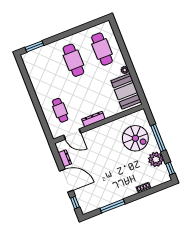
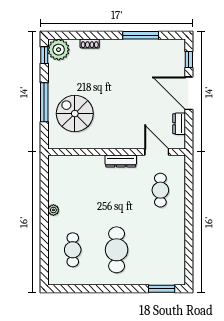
cafe table: (102, 49) -> (73, 250), width x0.73, depth x0.74
booth: (126, 91) -> (63, 181), removed
plant: (156, 159) -> (59, 50), moved

